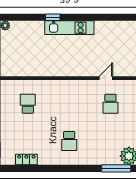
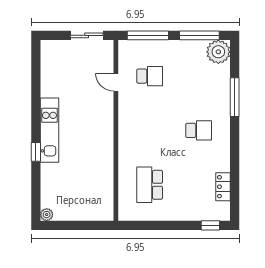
school desk: (28, 104) -> (150, 185), width x1.85
window: (116, 168) -> (235, 97), moved

